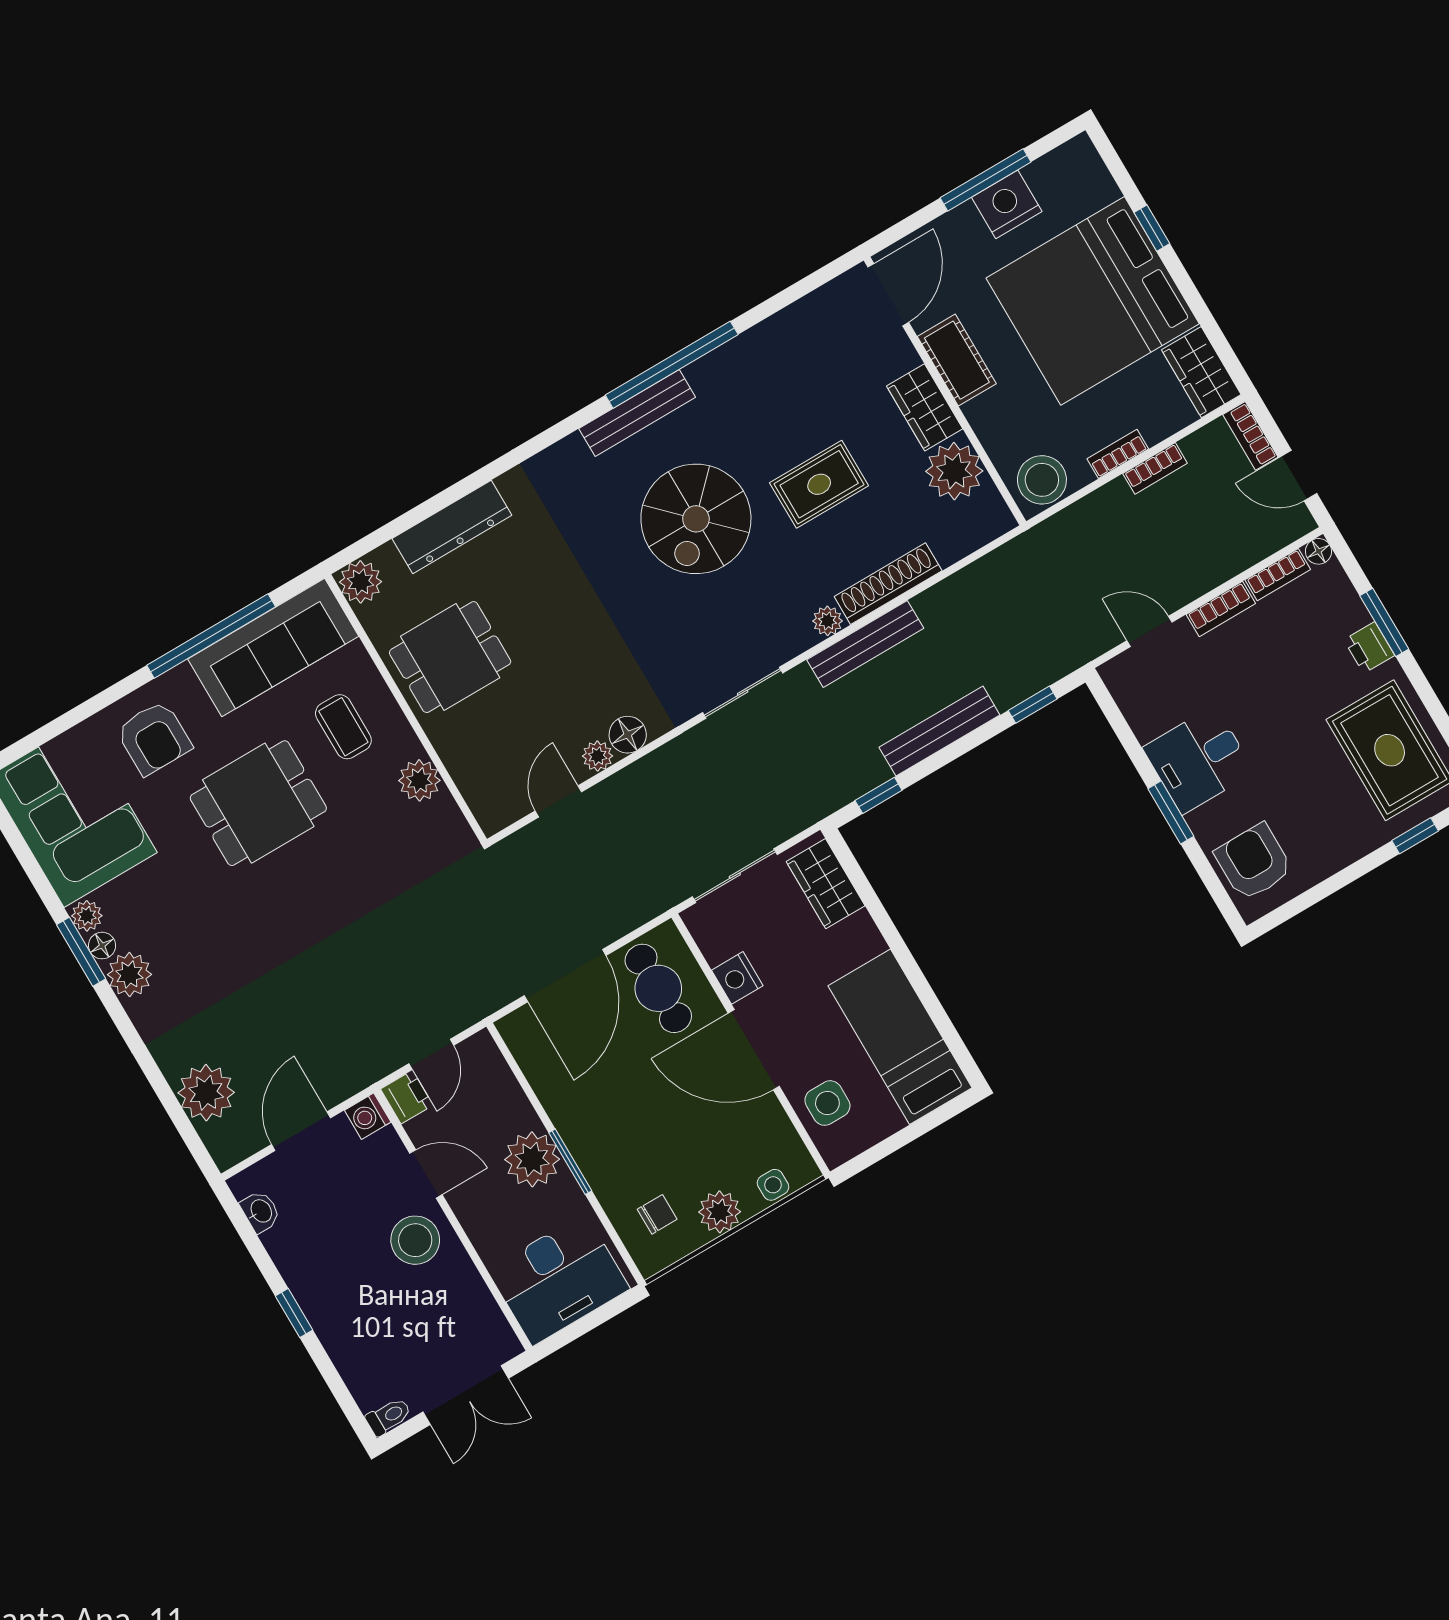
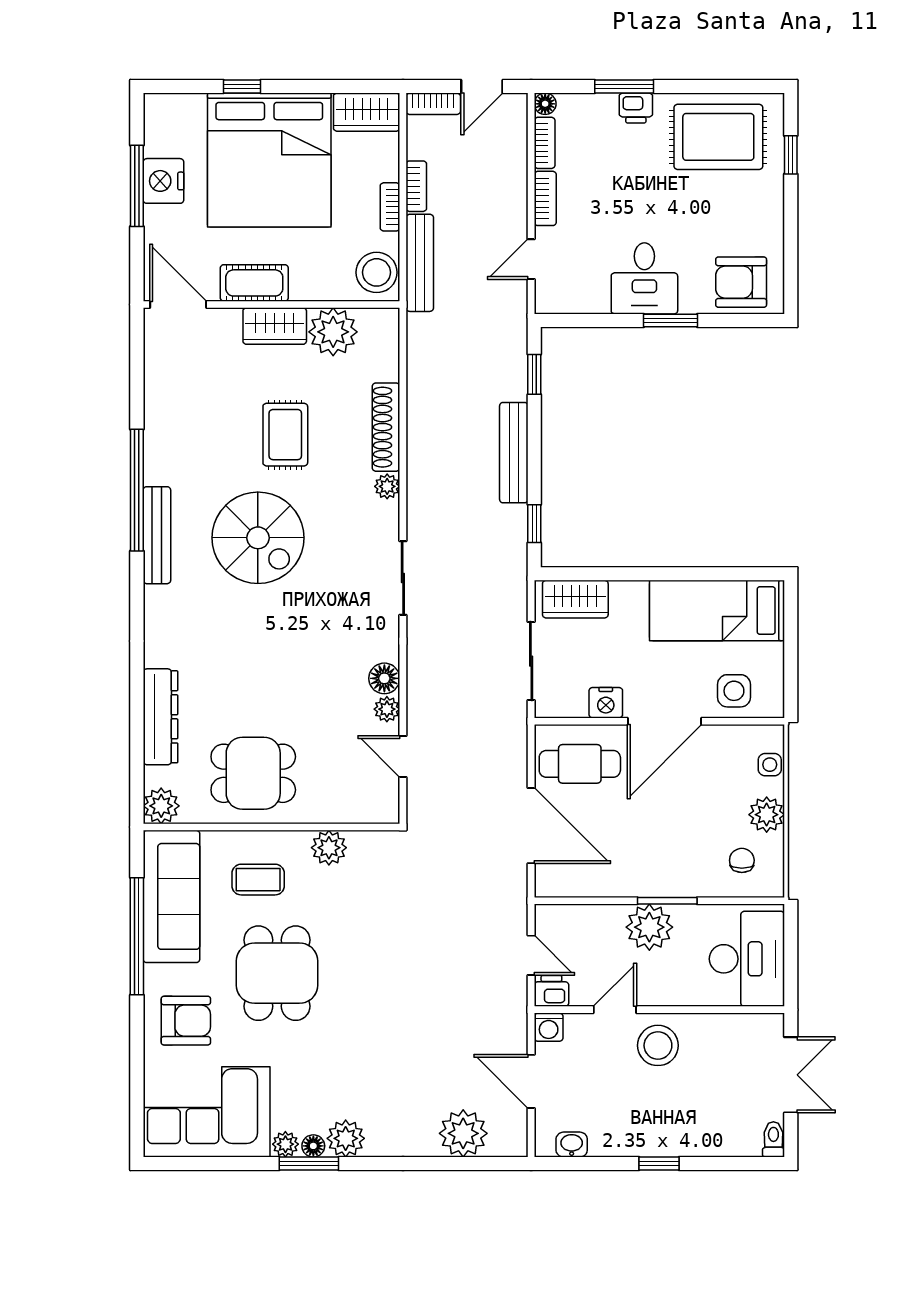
bench: (865, 644) -> (420, 263), moved
dining table: (450, 657) -> (253, 773), turned 90

